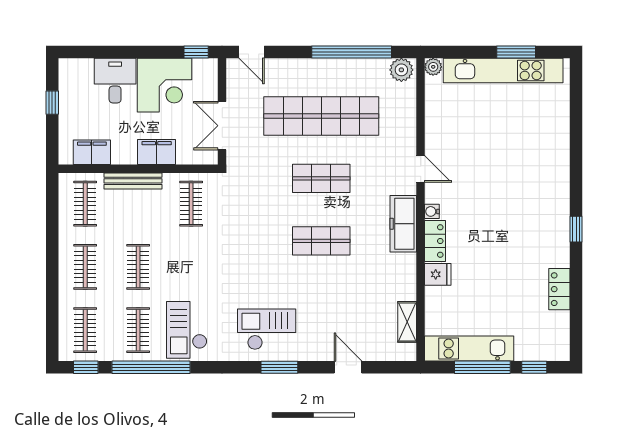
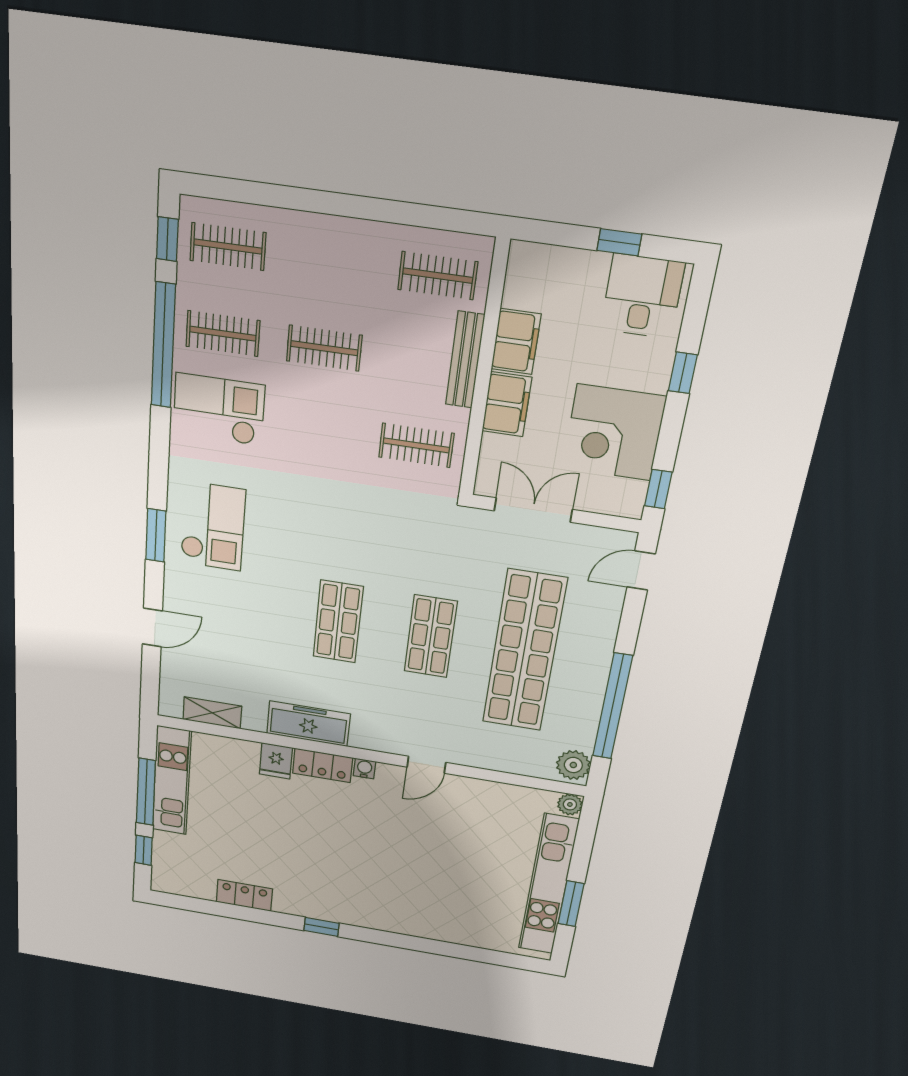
window: (122, 52) -> (683, 373), added
desk: (115, 81) -> (642, 296), moved, turned -90
filing cabinet: (92, 152) -> (516, 342), moved
freezer: (403, 224) -> (308, 724), moved
clothes rail: (85, 267) -> (332, 261), removed

